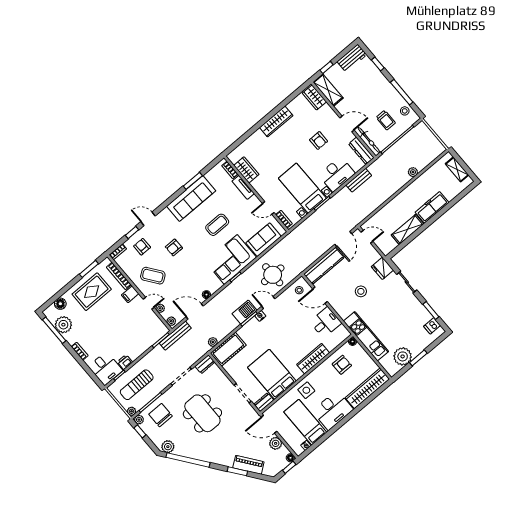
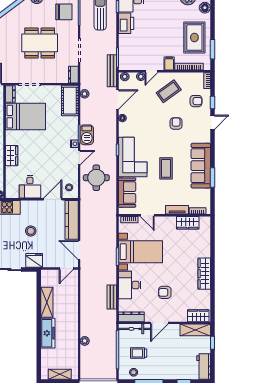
door: (268, 208) -> (147, 215), swing flipped
wardrobe: (313, 359) -> (12, 156), width x0.67
printer: (125, 362) -> (126, 23), width x1.87, depth x1.48

